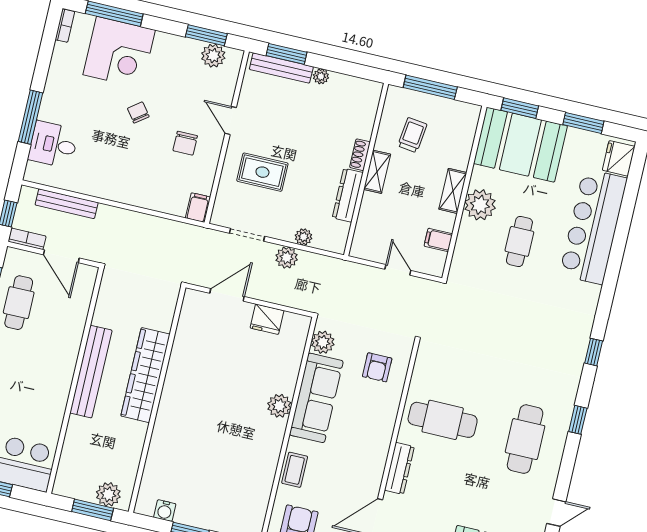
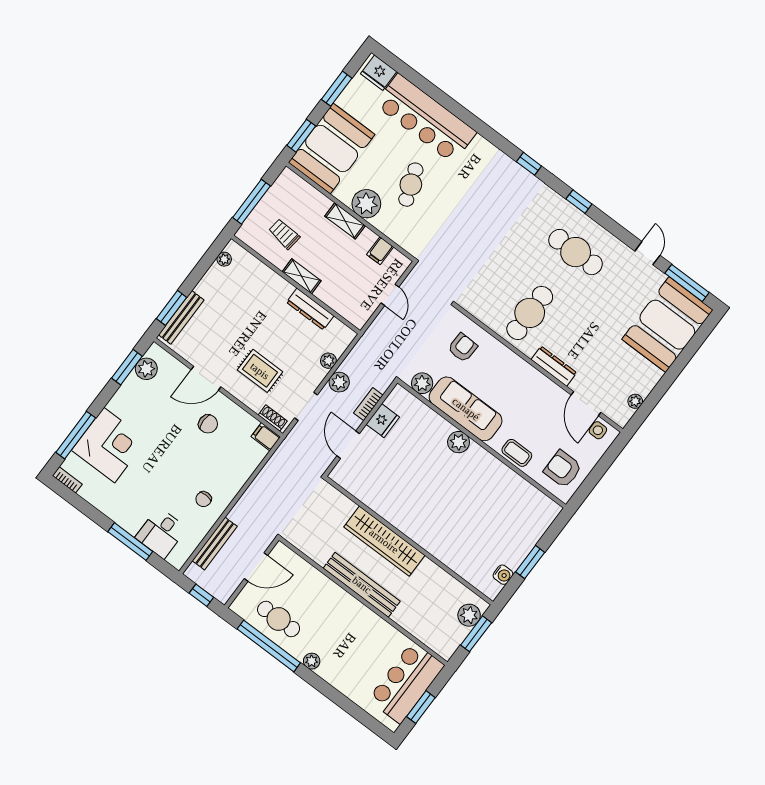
plant: (321, 76) -> (224, 259), moved
chair: (138, 112) -> (204, 499), moved, turned -52
door: (231, 120) -> (206, 378), width x1.38
shoe rack: (360, 155) -> (273, 418), moved, turned 180
rug: (262, 172) -> (260, 371), turned 90
bookcase: (27, 239) -> (368, 404), moved
cafe table: (519, 241) -> (411, 185), turned 70
door: (398, 270) -> (390, 295), swing flipped
armchair: (377, 367) -> (463, 348), turned -88

